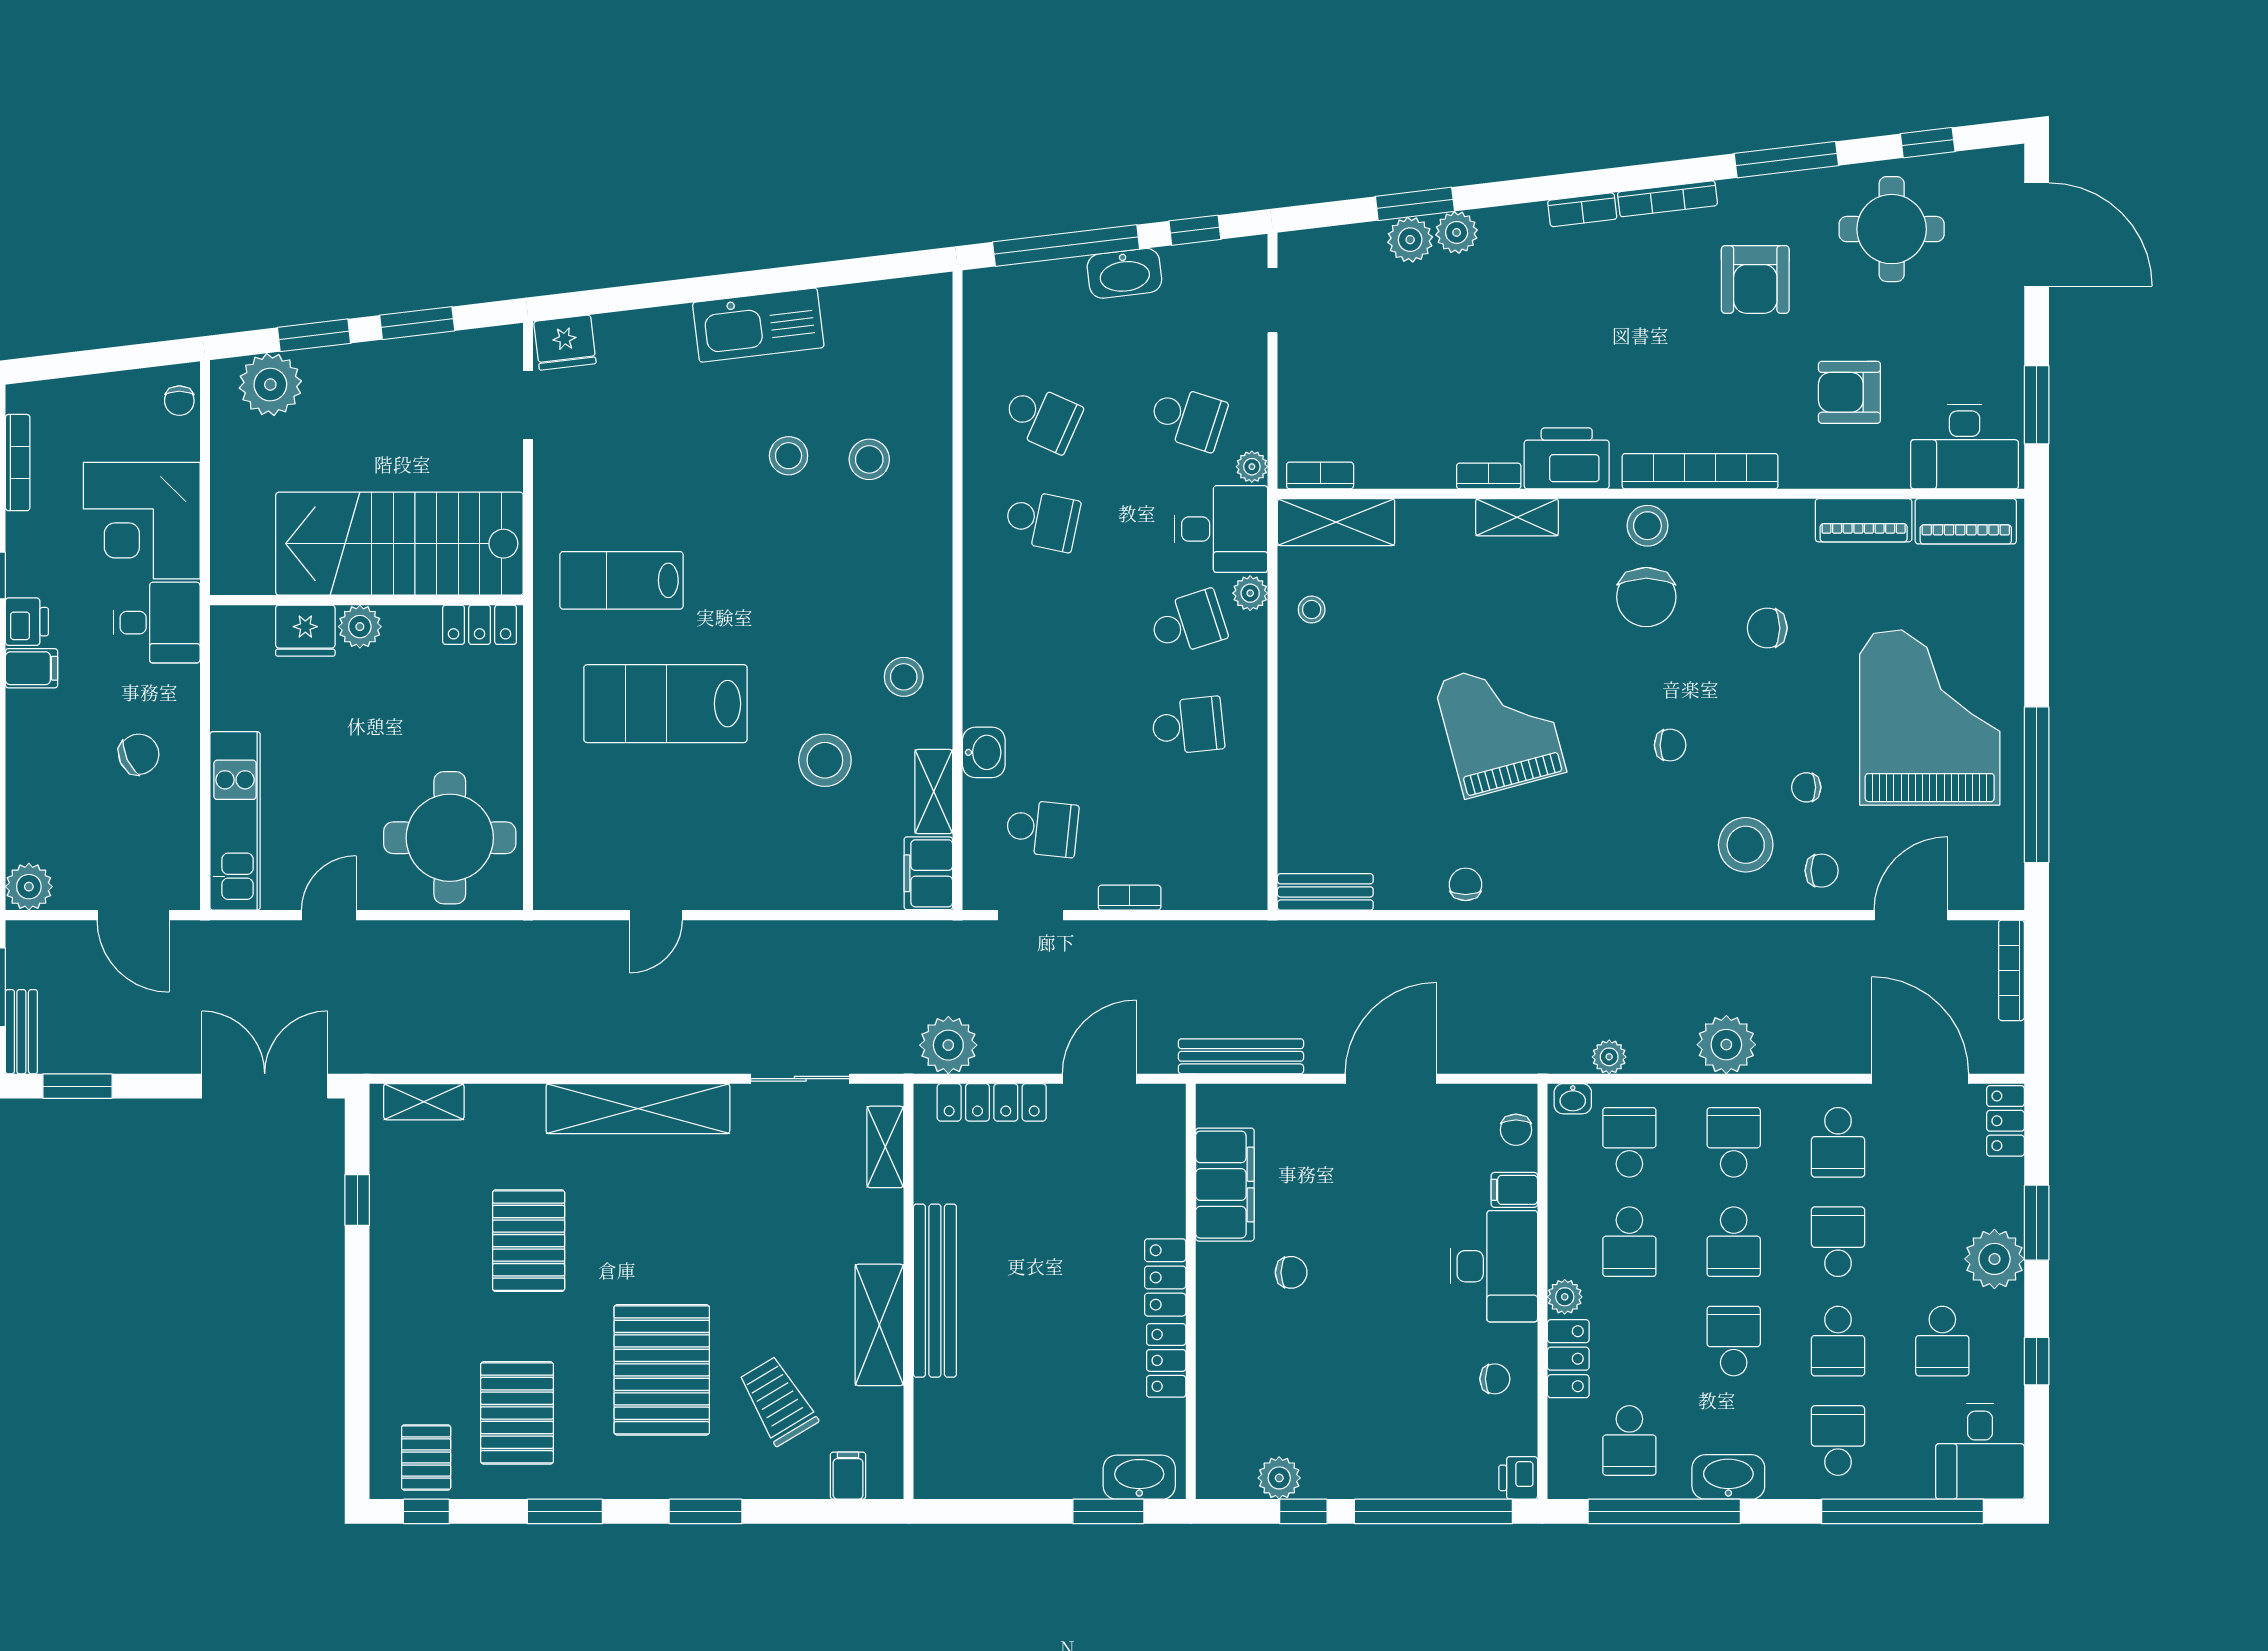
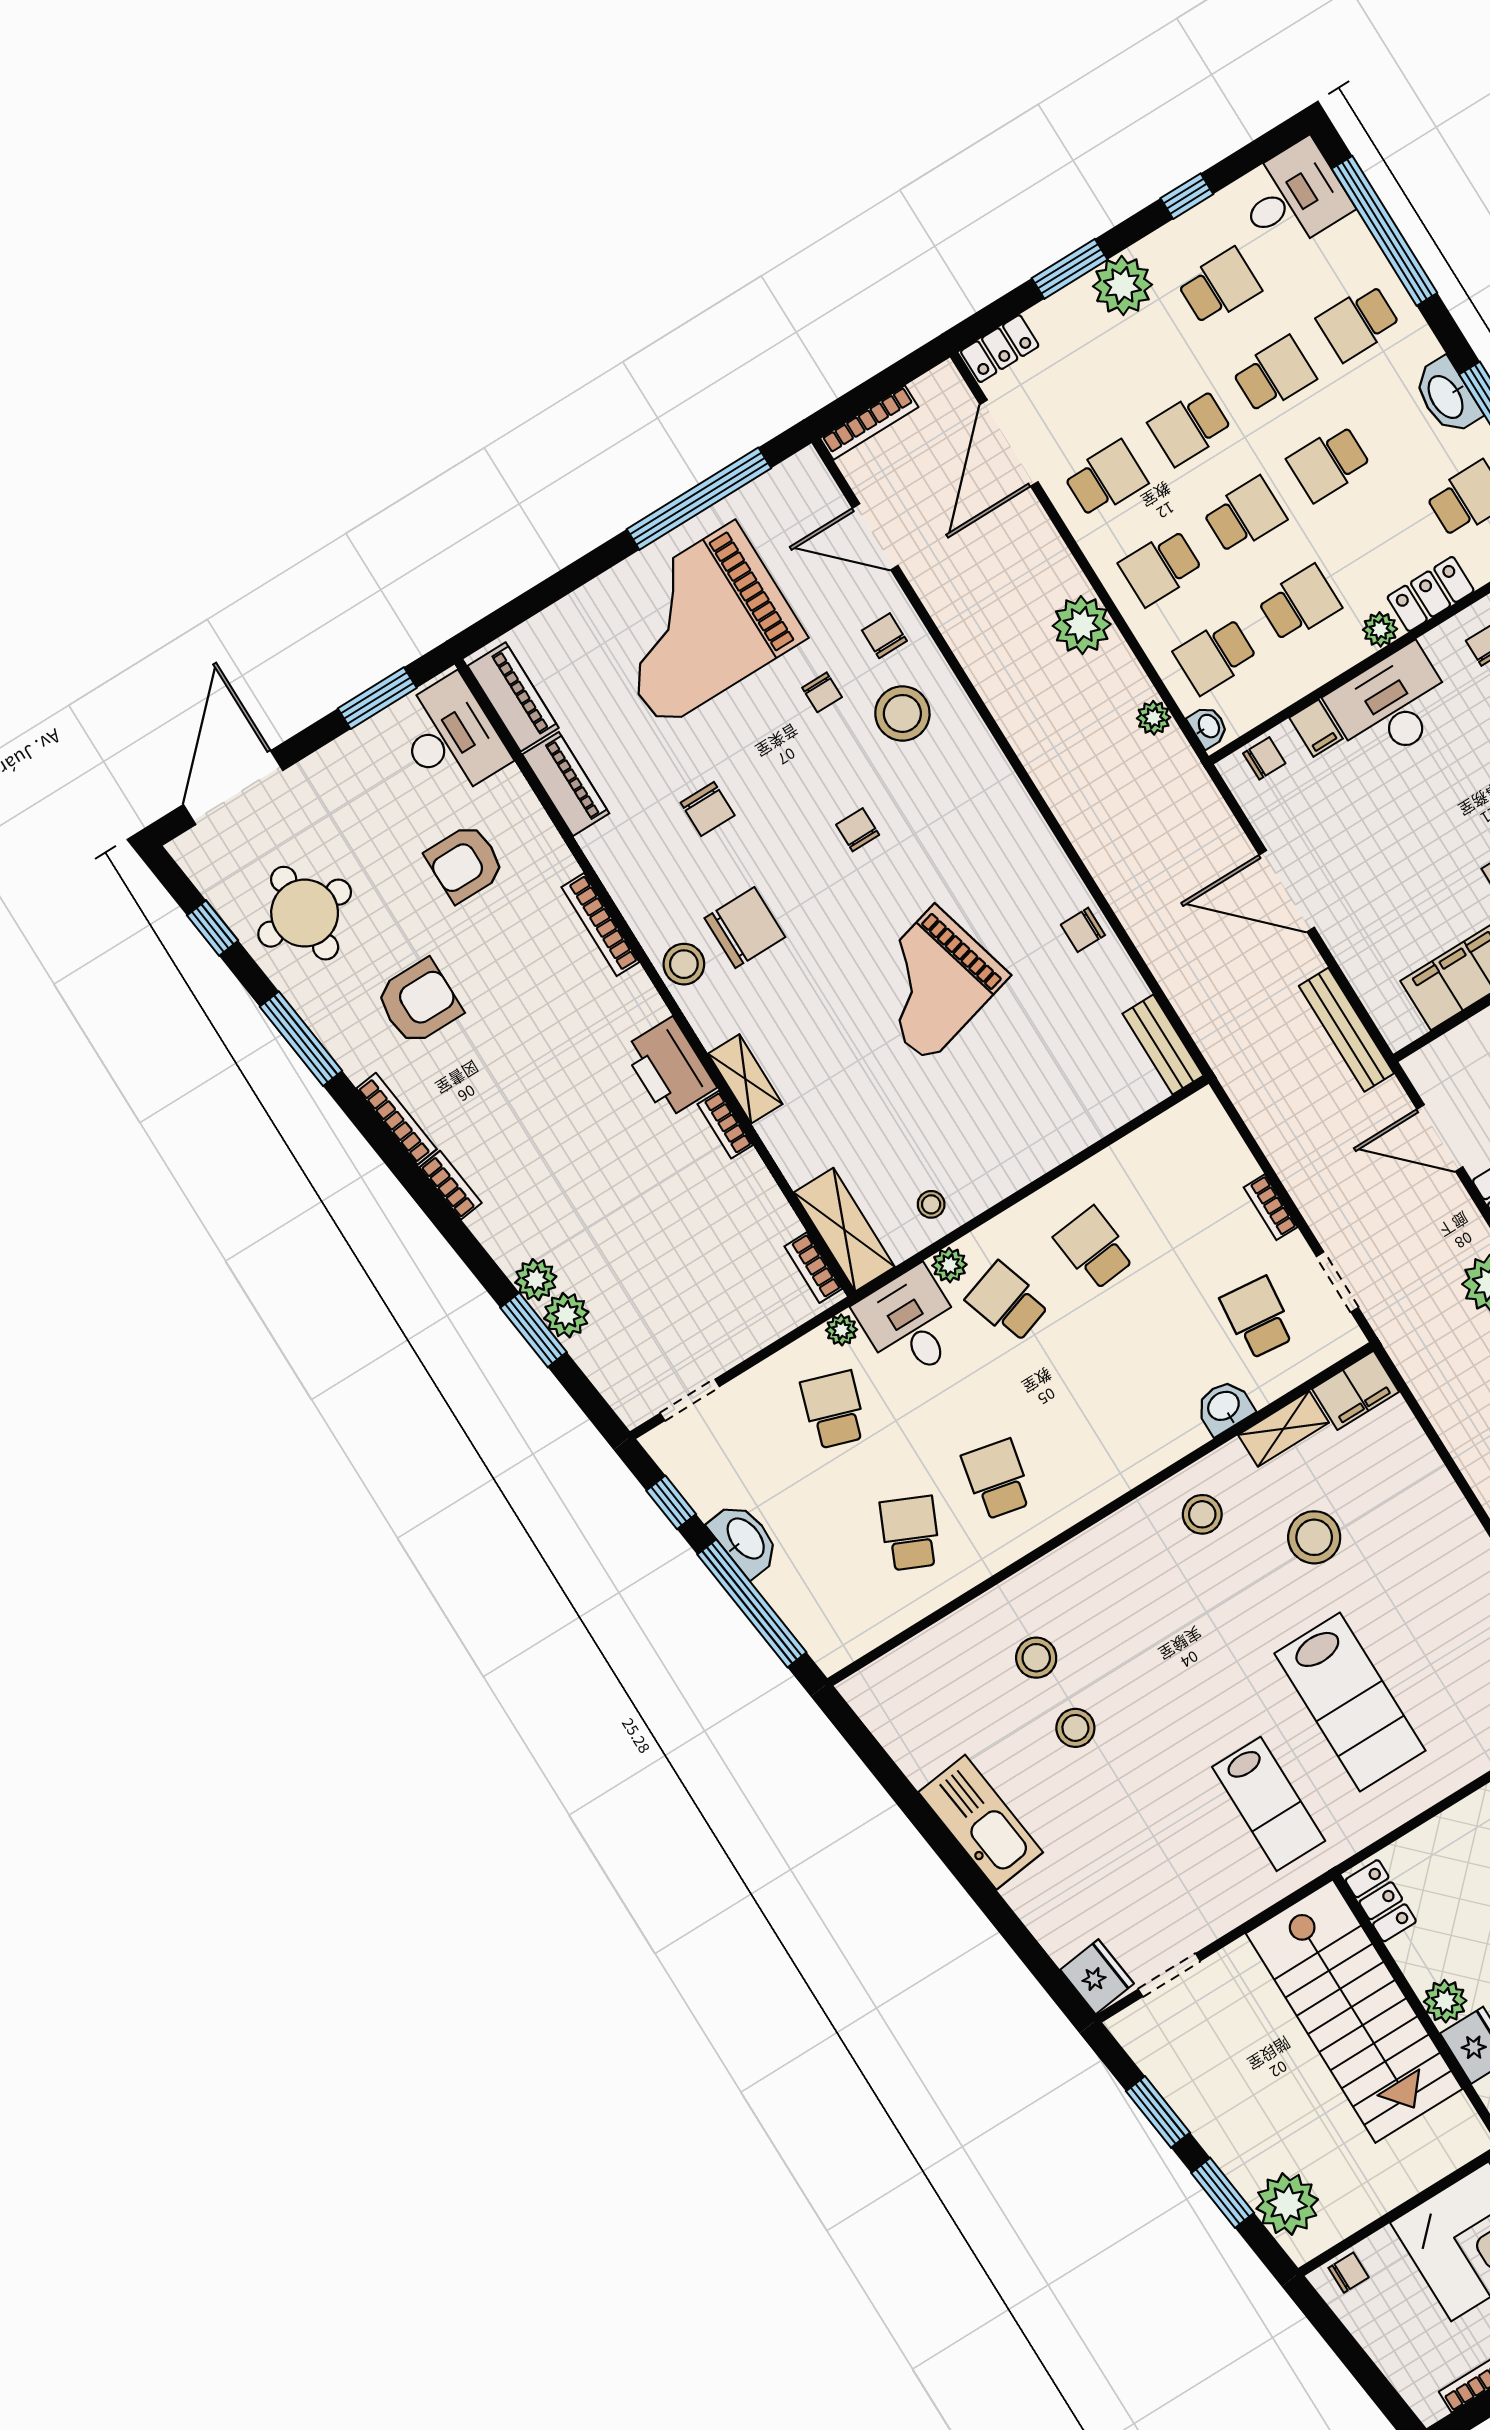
armchair: (1849, 392) -> (465, 863), turned 90
bookcase: (1700, 471) -> (600, 925), width x0.68, depth x0.76

